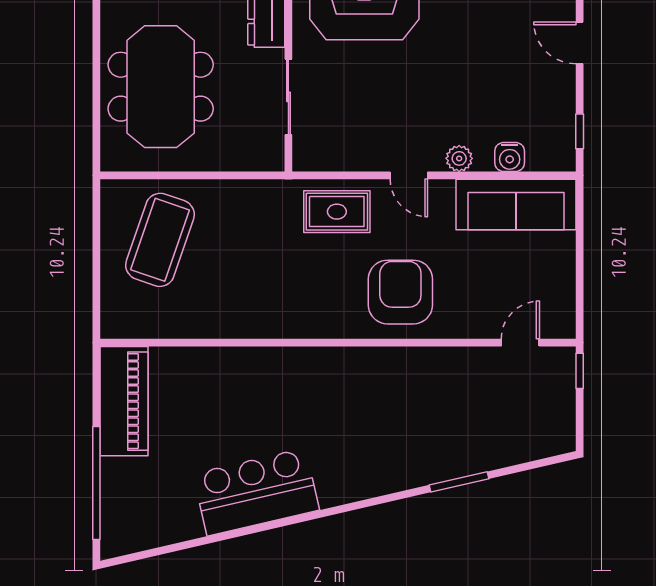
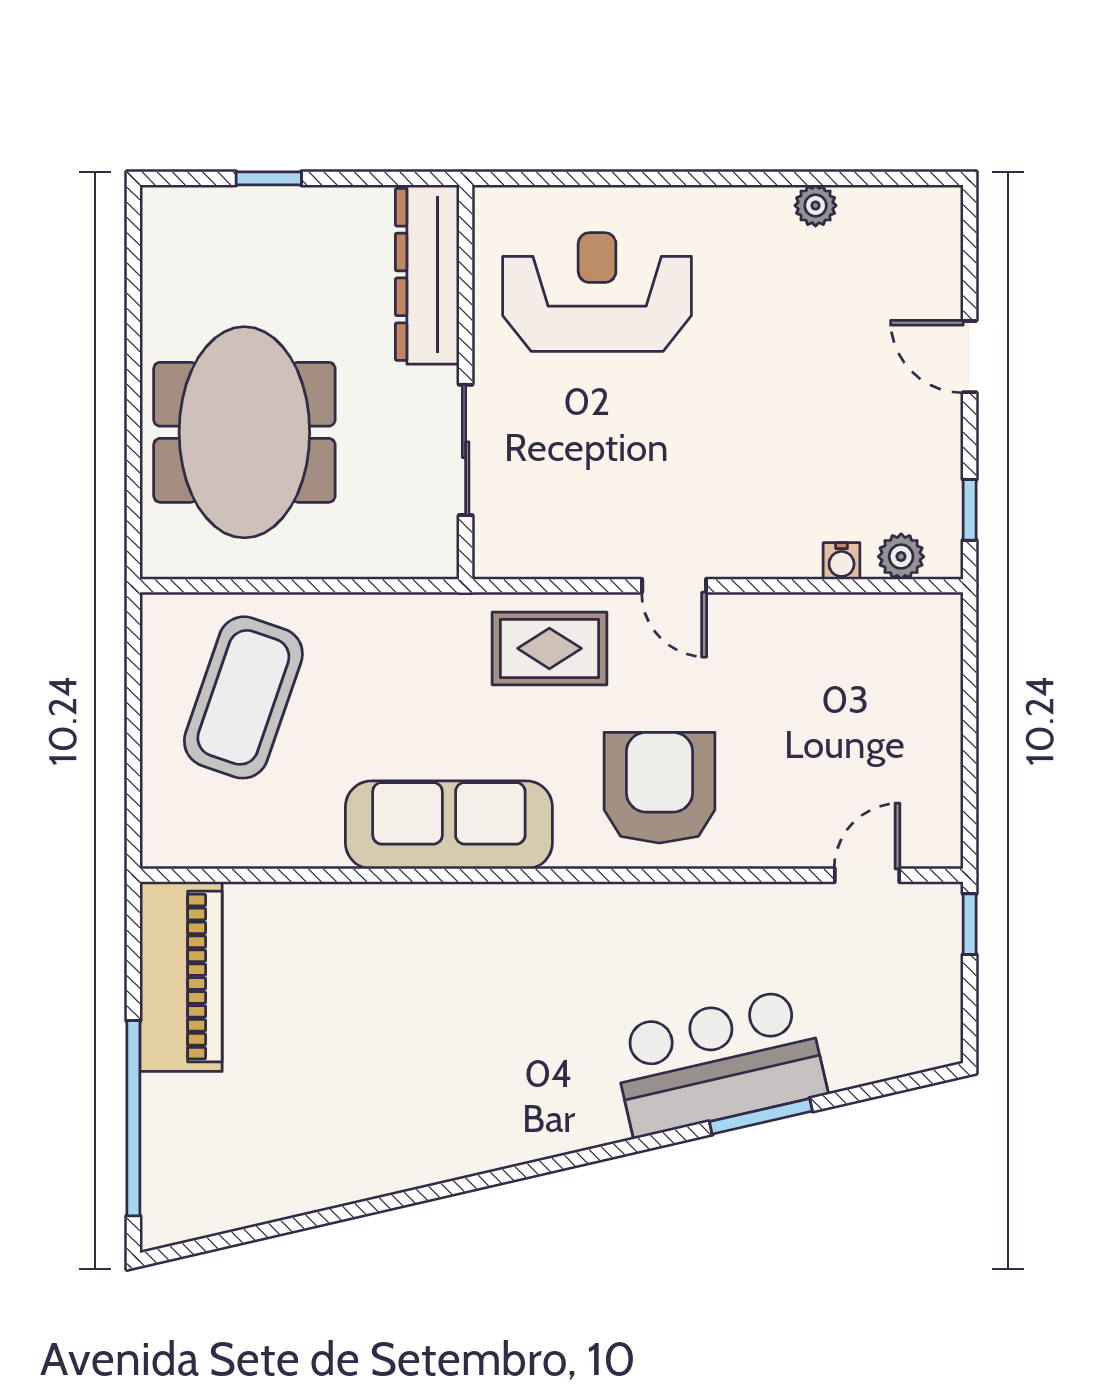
water cooler: (510, 157) -> (842, 561), width x0.72, depth x0.72
plant: (459, 158) -> (901, 557), moved
sofa: (516, 205) -> (449, 825), moved, turned 180
bar counter: (256, 492) -> (719, 1062), moved

